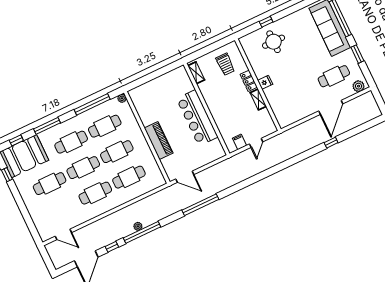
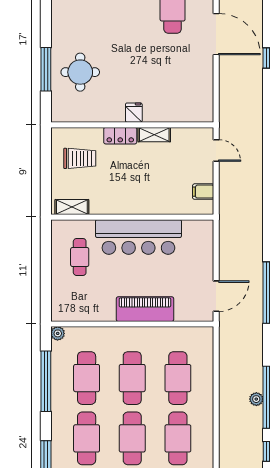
window: (266, 22) -> (46, 69), width x2.17
cafe table: (170, 90) -> (80, 257), added
door: (256, 143) -> (216, 151), moved

